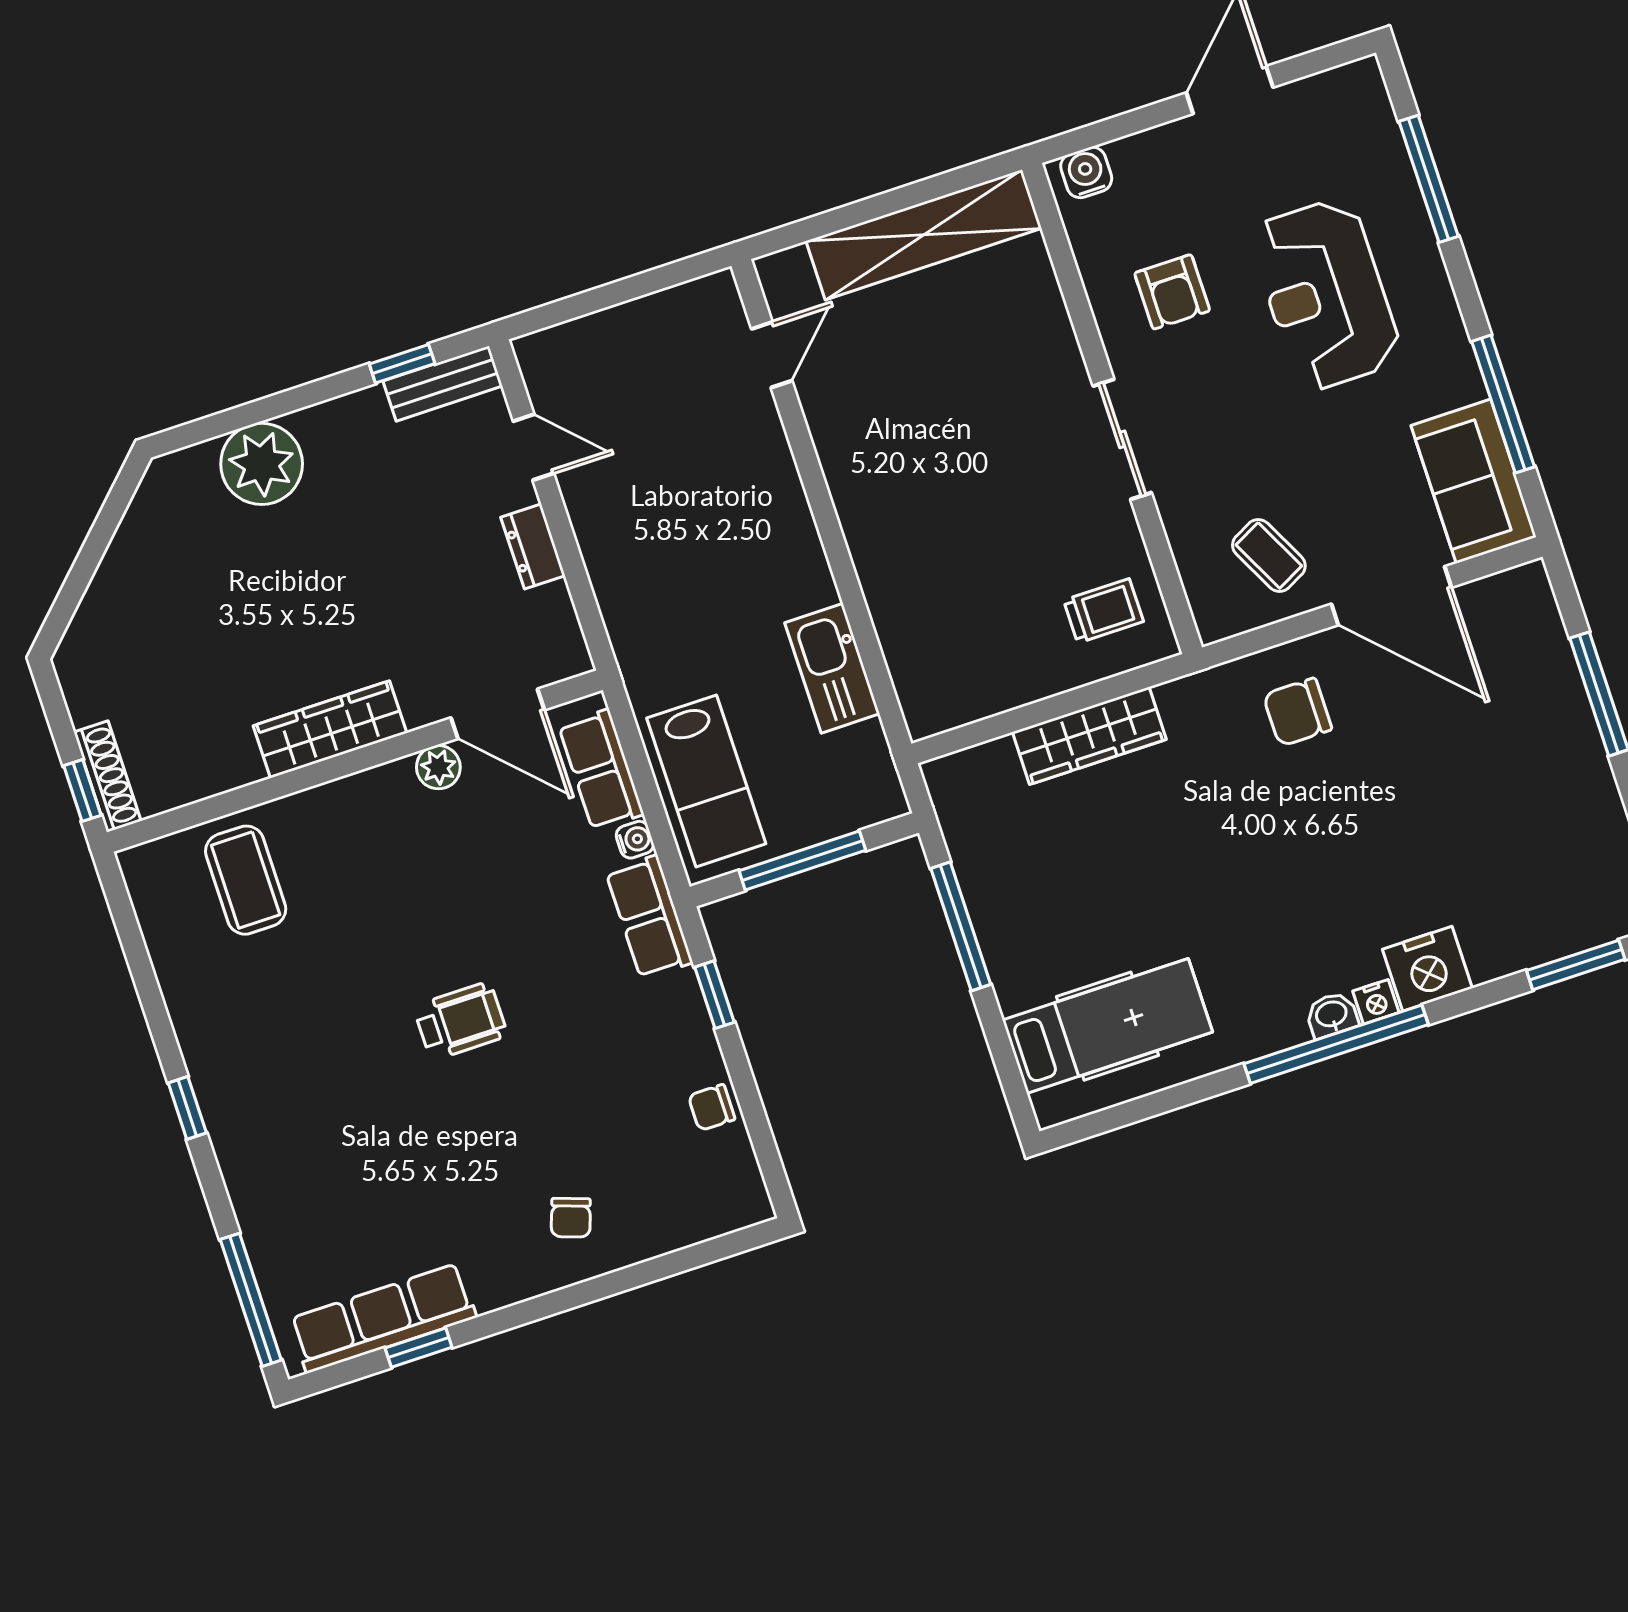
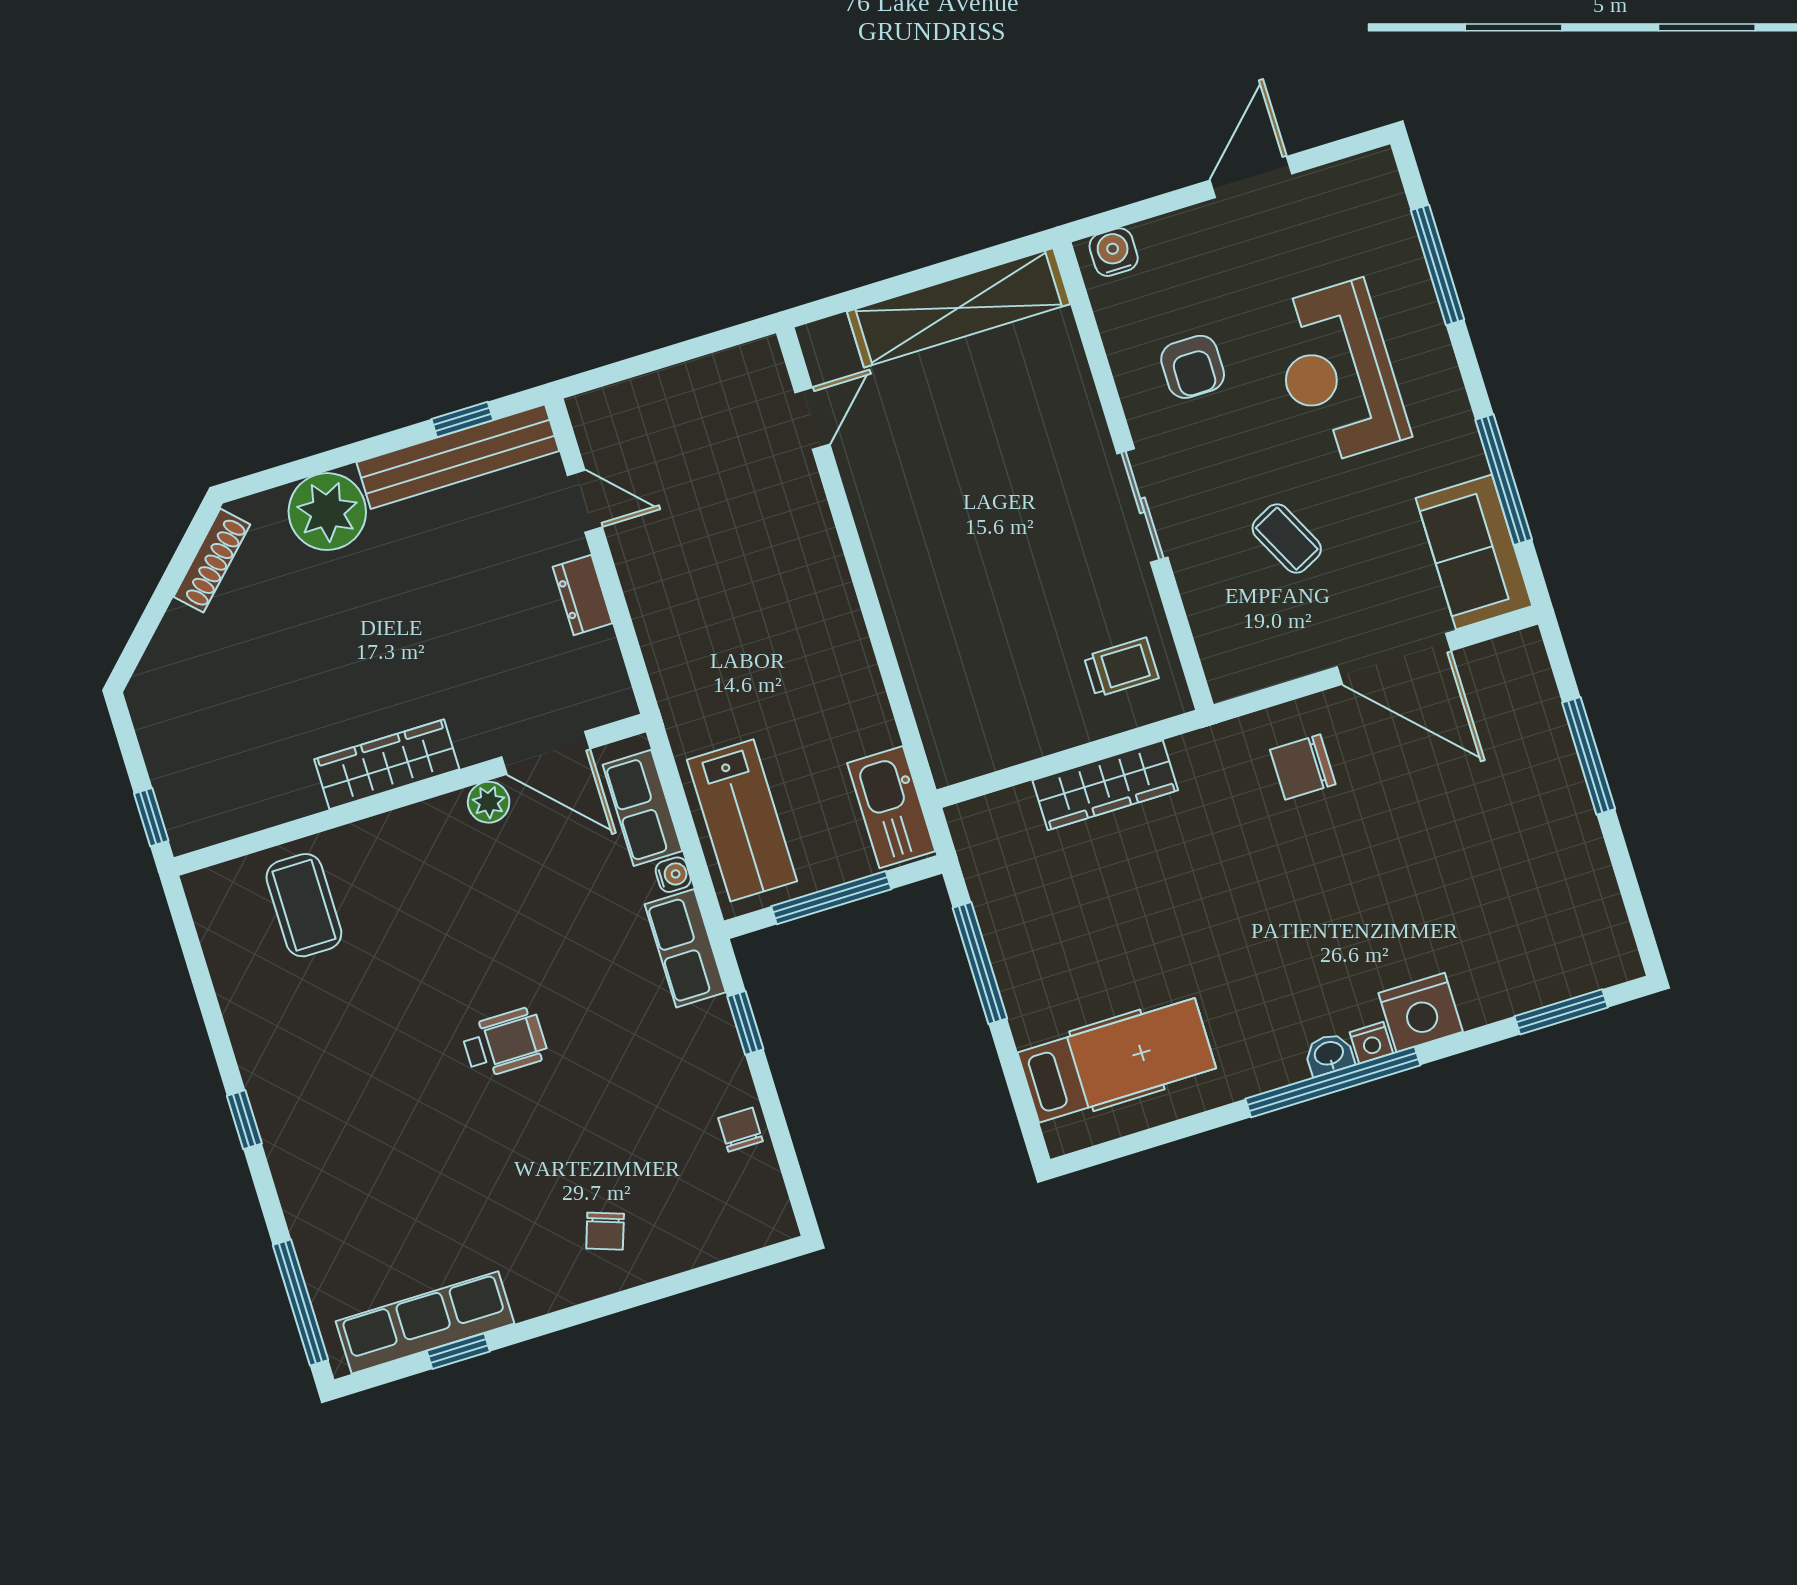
bench: (443, 384) -> (458, 457), width x1.86, depth x1.21
coffee table: (1269, 555) -> (1287, 539), moved
kitchen sink: (832, 668) -> (891, 807), moved
shoe rack: (107, 777) -> (212, 561), moved, turned 45
chair: (712, 1108) -> (740, 1130), turned 90

